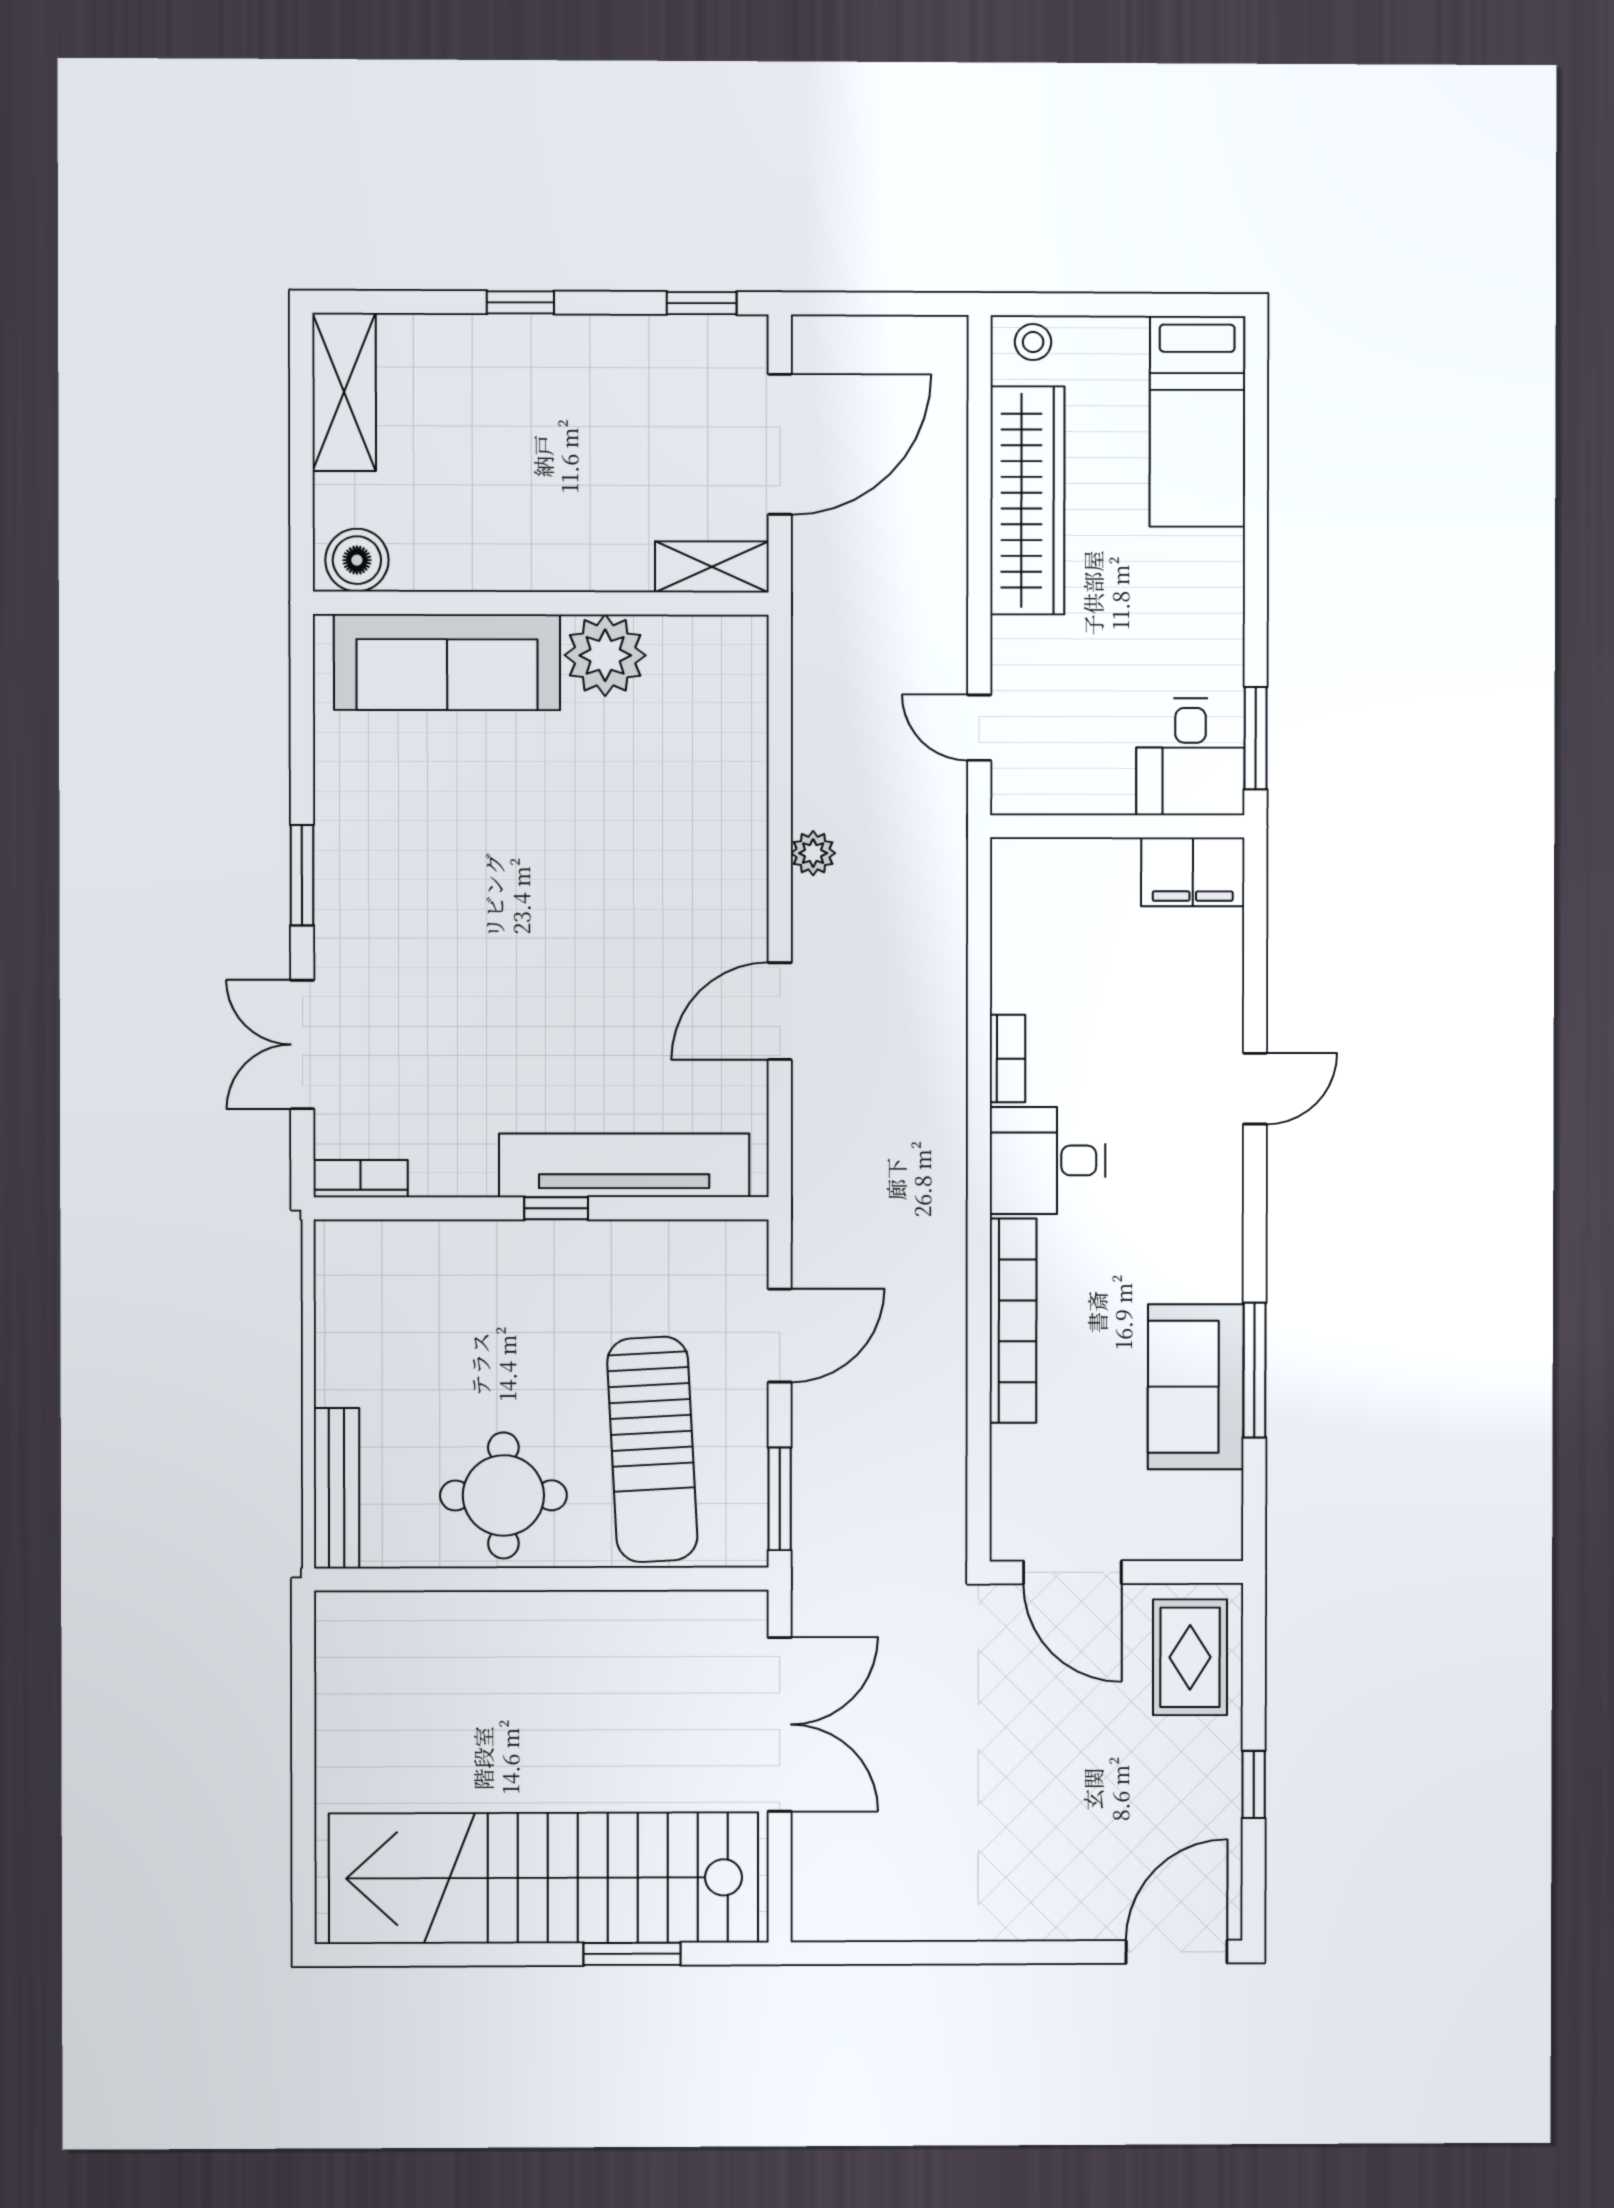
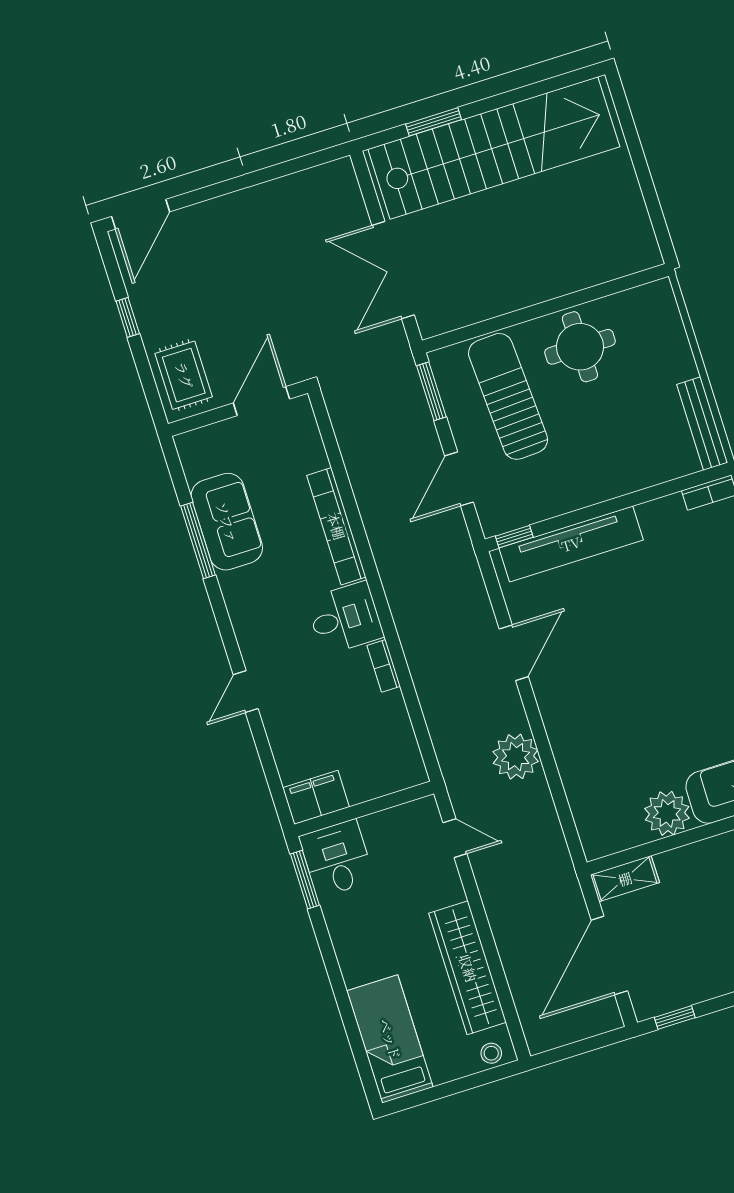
plant: (813, 853) -> (516, 757), width x1.87, depth x1.87
window: (556, 1208) -> (514, 537), moved
bench: (337, 1488) -> (702, 424), moved
door: (1072, 1572) -> (262, 401), hinge flipped

